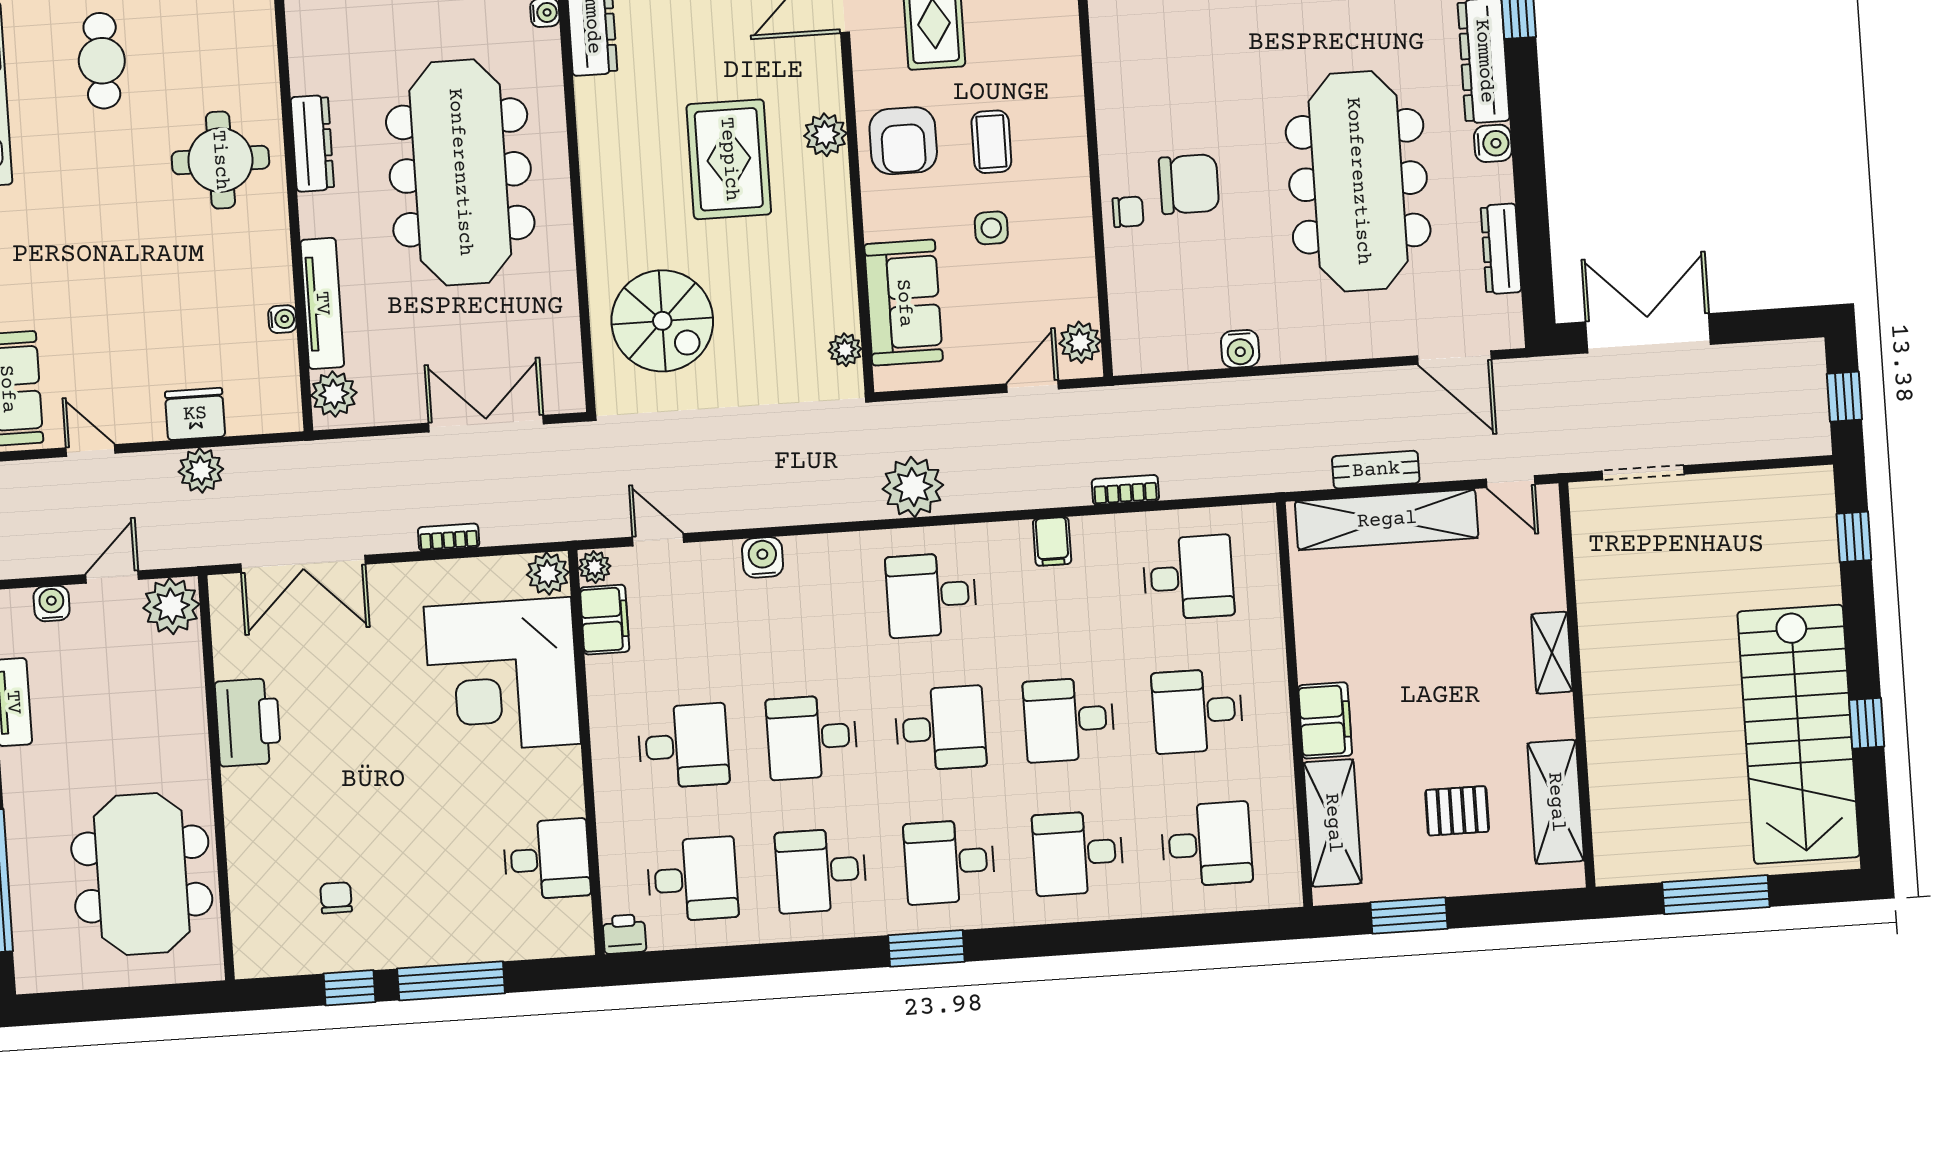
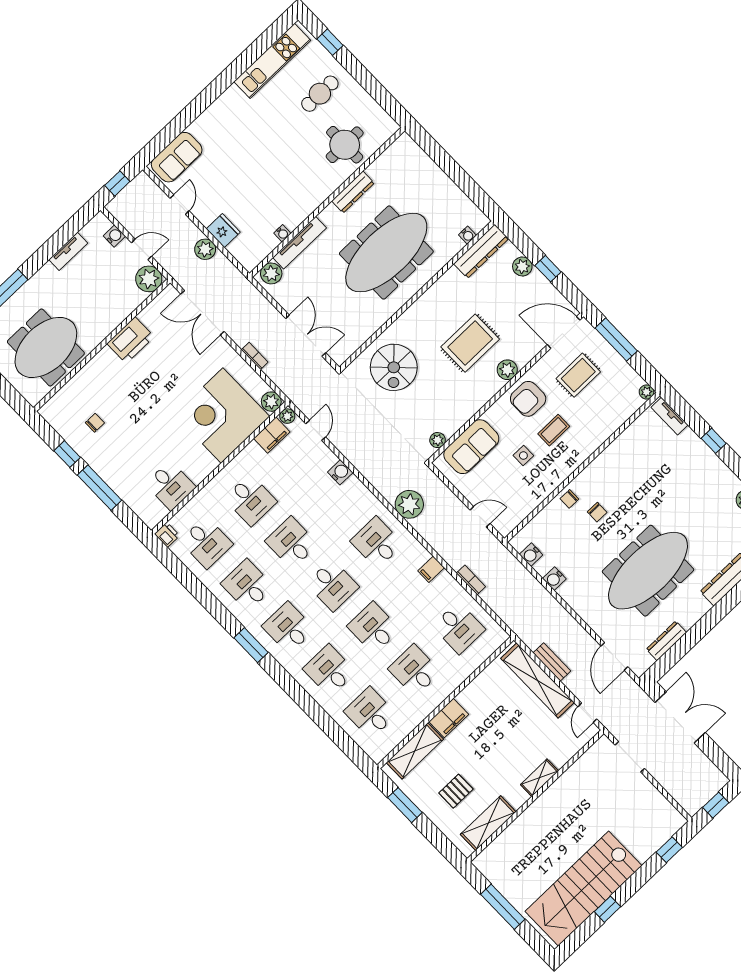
water cooler: (1493, 143) -> (531, 555), moved, turned 90
round table: (220, 160) -> (345, 145), moved
chair: (1189, 184) -> (597, 512), width x0.54, depth x0.54
chair: (1128, 212) -> (569, 499), turned 90
plant: (1080, 342) -> (509, 520), removed
pallet: (1457, 811) -> (456, 791), turned 90
desk: (1207, 844) -> (370, 713), turned 180

